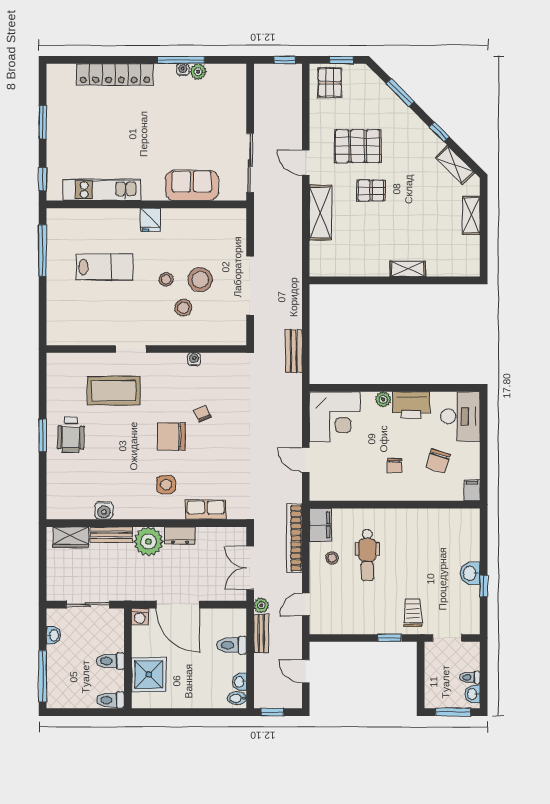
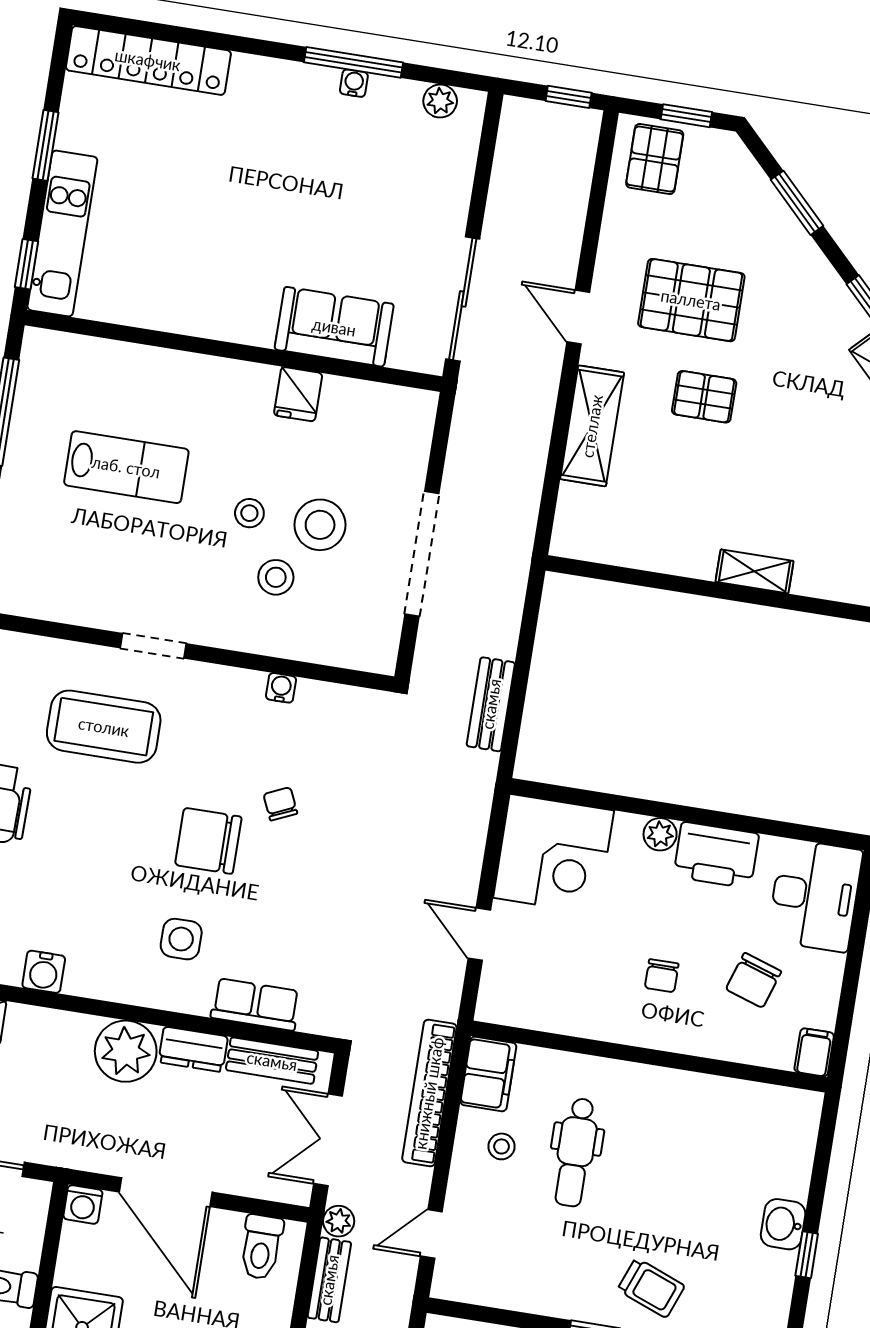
plant: (198, 72) -> (440, 101), moved
locker: (115, 74) -> (148, 60), moved
kitchen unit: (102, 190) -> (62, 234), moved, turned 90
fridge: (151, 220) -> (298, 394), moved
bench: (111, 535) -> (272, 1061), moved
trolley: (413, 613) -> (651, 1288), turned 111
toilet: (232, 645) -> (261, 1247), moved, turned -90

